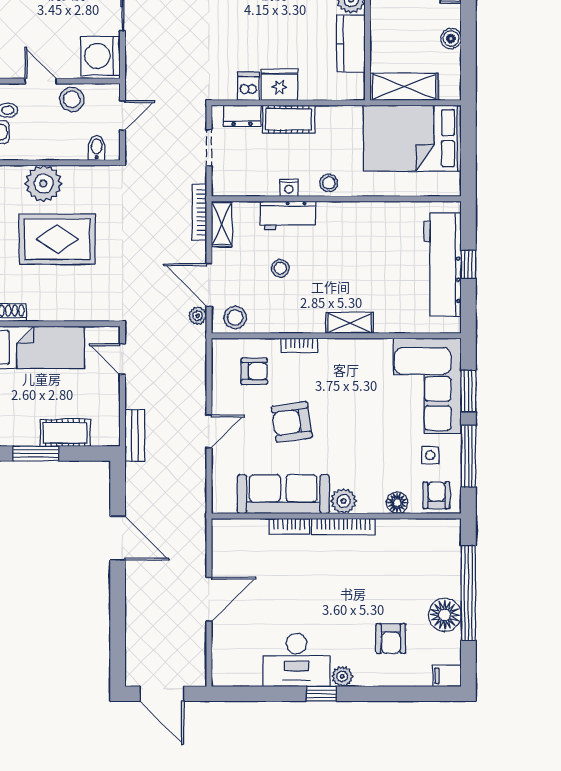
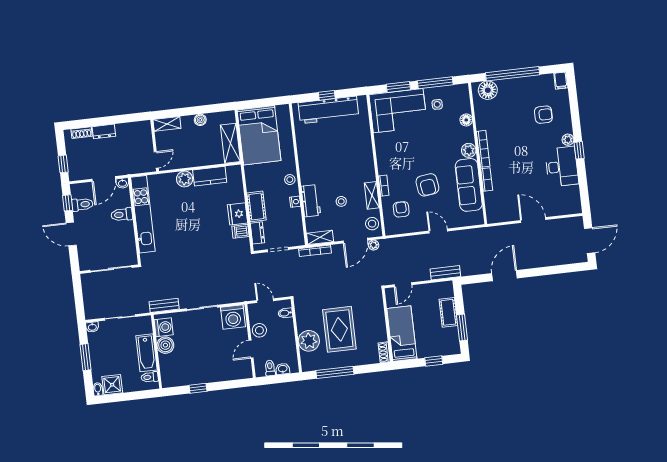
shelving: (349, 323) -> (372, 195), moved
armchair: (436, 495) -> (459, 98), removed
floor lamp: (445, 615) -> (488, 90), moved

